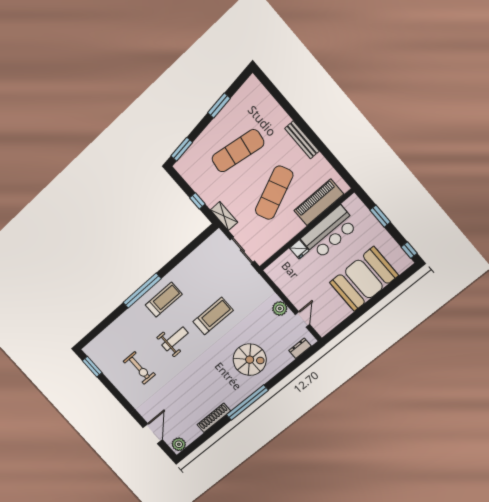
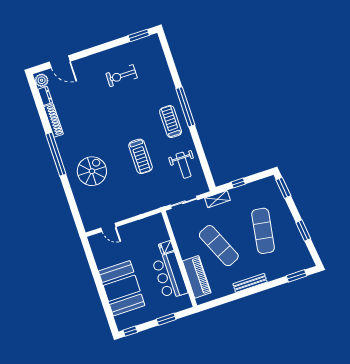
window: (273, 90) -> (296, 276), added
treadmill: (164, 300) -> (171, 122), turned 180
plant: (280, 308) -> (125, 213), removed
weight bench: (175, 339) -> (183, 165), moved
dresser: (300, 348) -> (45, 96), moved
spiral stairs: (250, 360) -> (92, 171), turned 180

